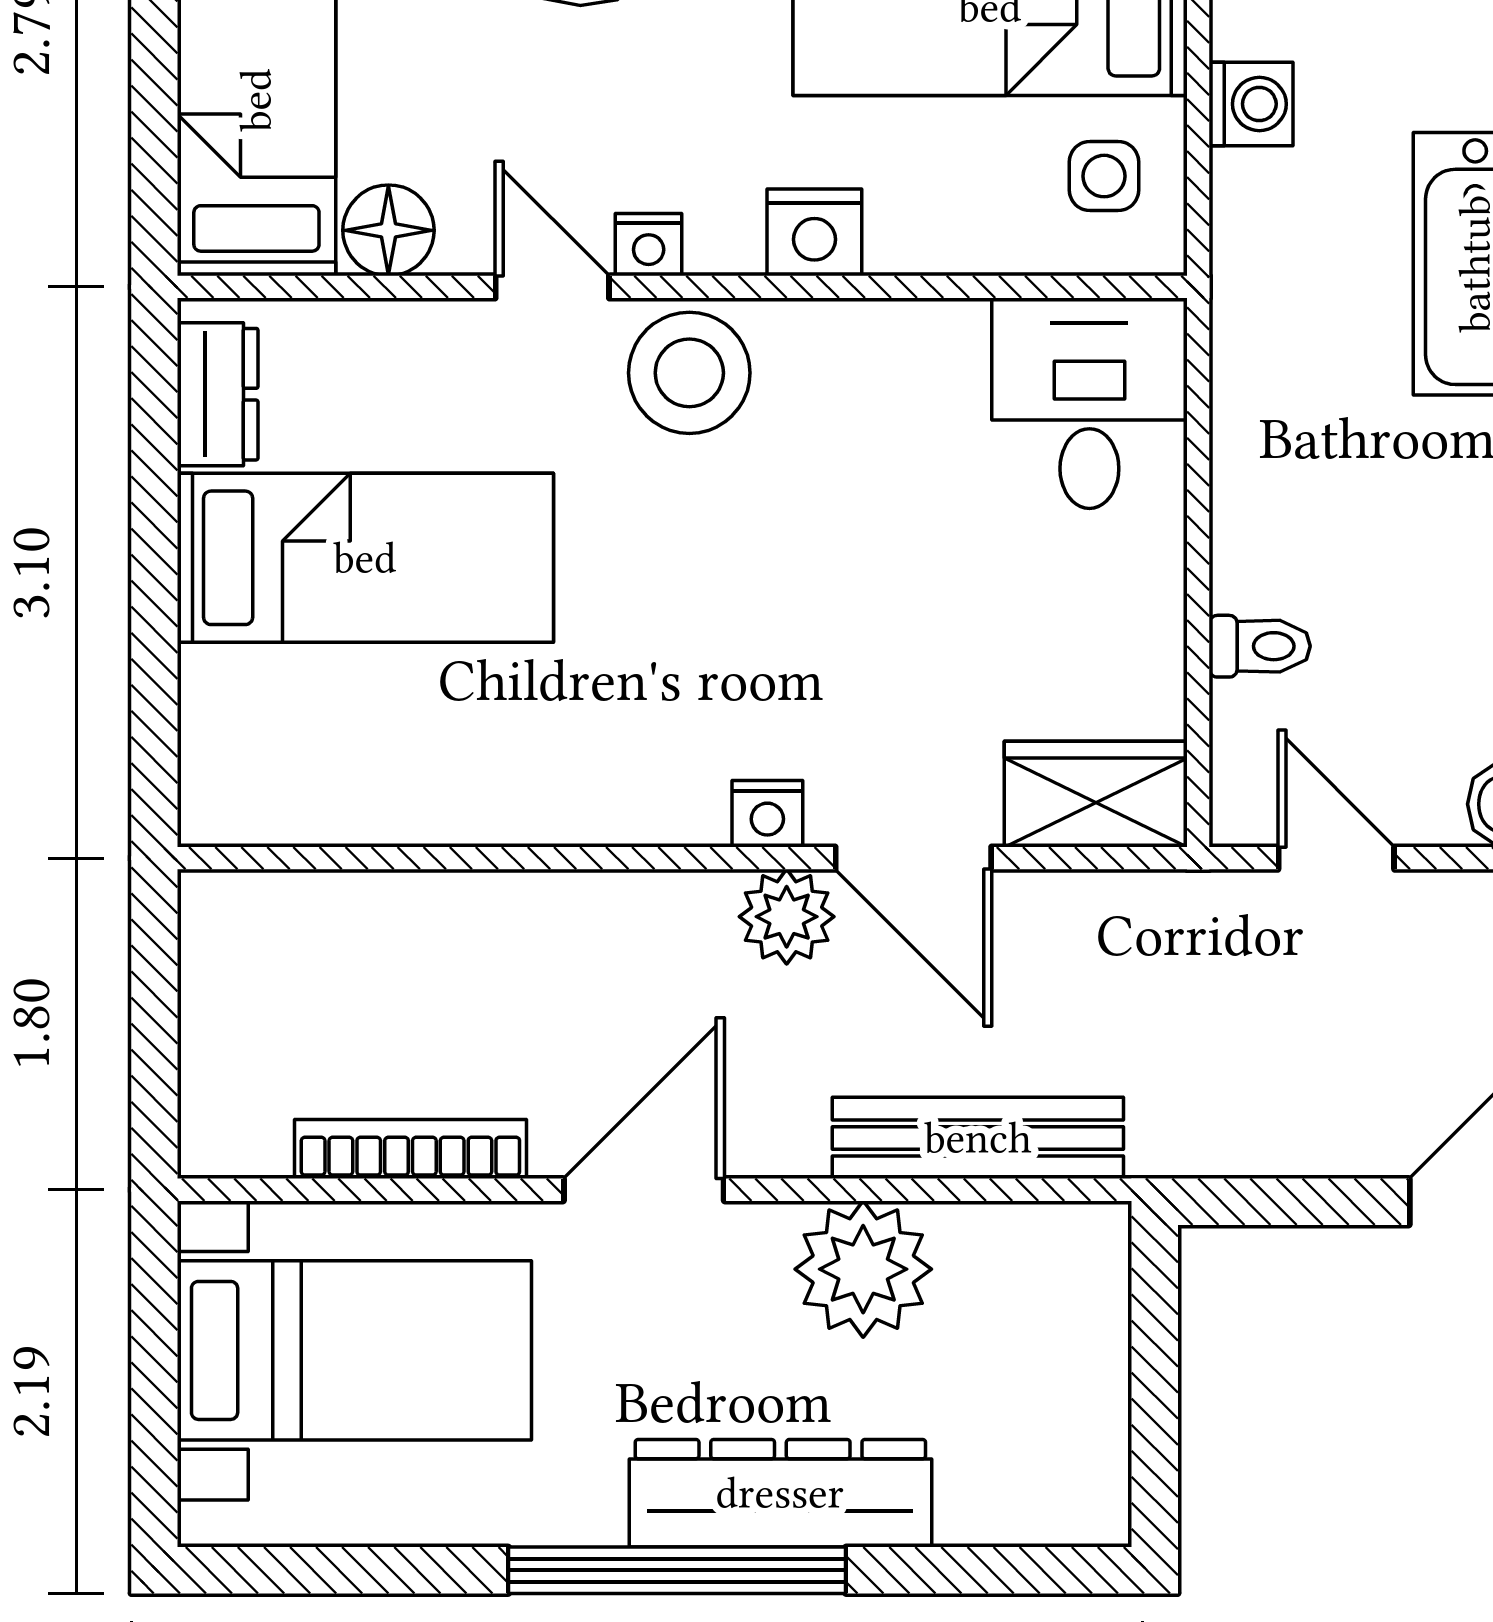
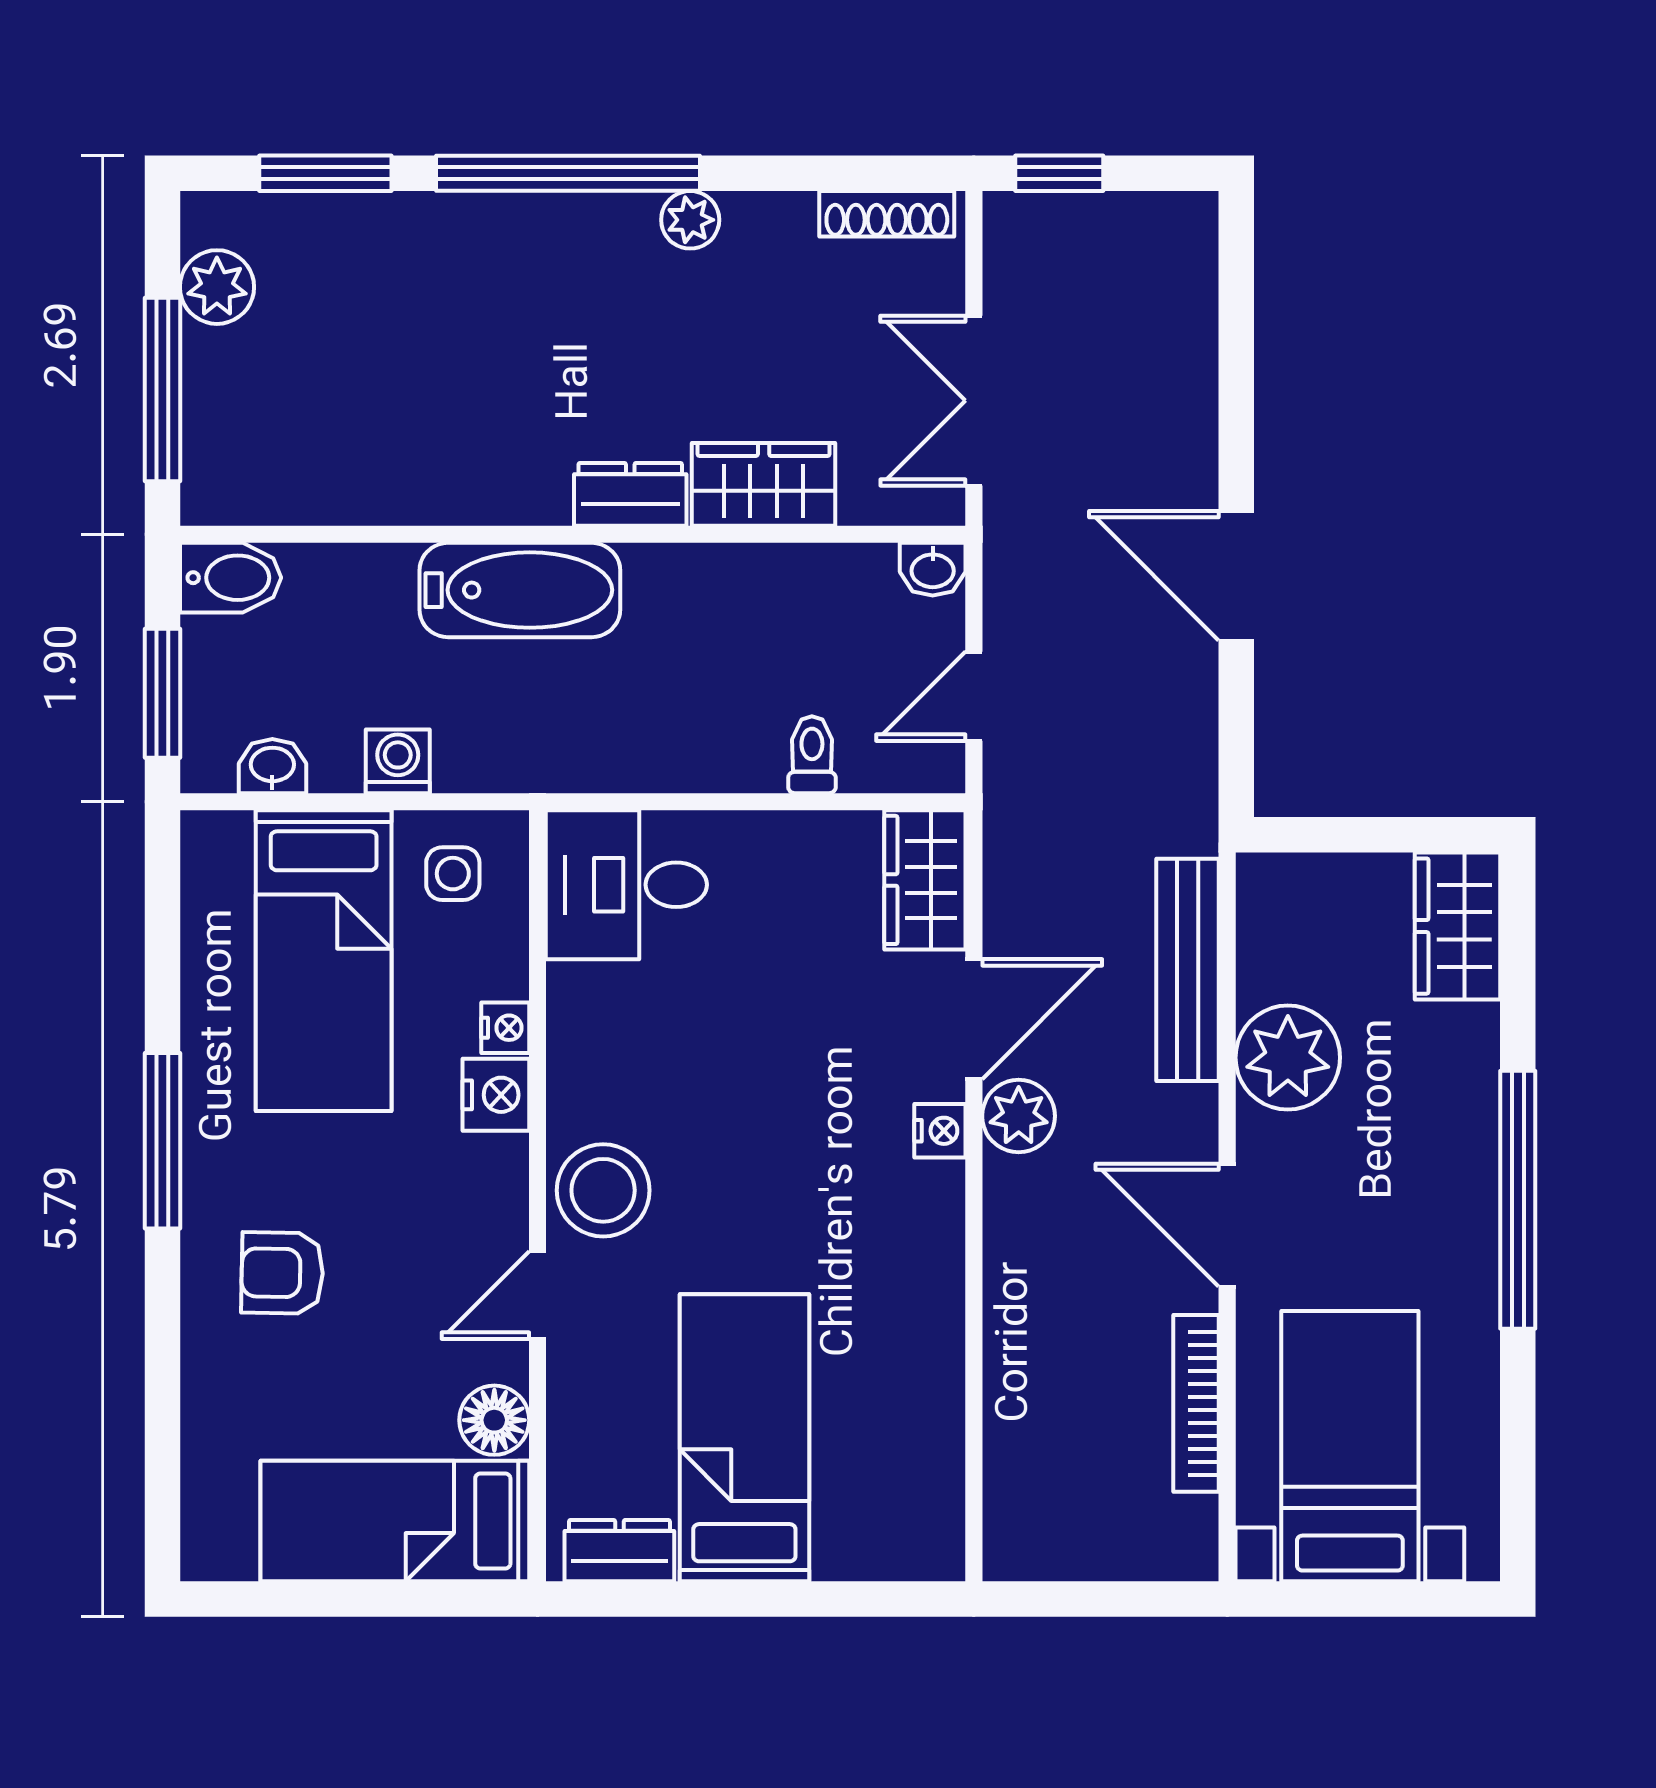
nightstand: (649, 245) -> (505, 1028), moved
wardrobe: (1035, 1491) -> (1457, 926), added
dresser: (780, 1493) -> (1459, 1121), removed

